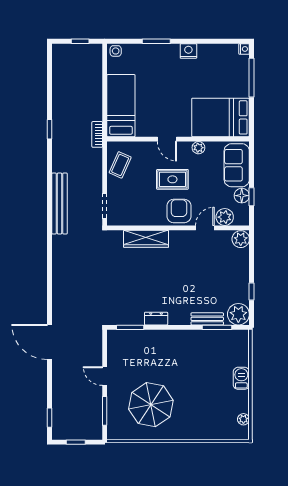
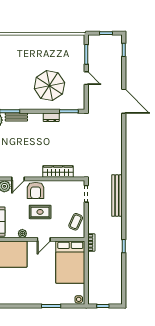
nightstand: (188, 51) -> (29, 299), removed
bed: (121, 106) -> (70, 262), width x1.50
door: (167, 139) -> (44, 239), swing flipped
parasol: (151, 405) -> (49, 86), moved

